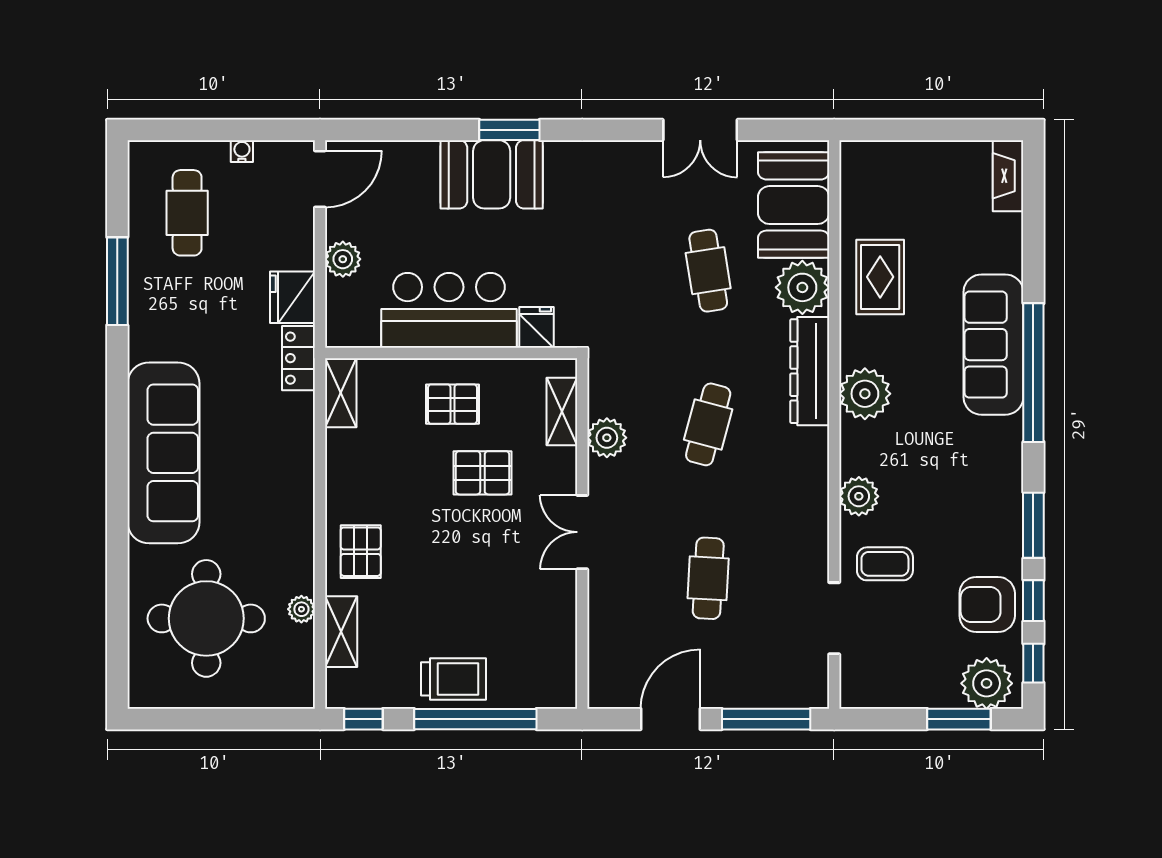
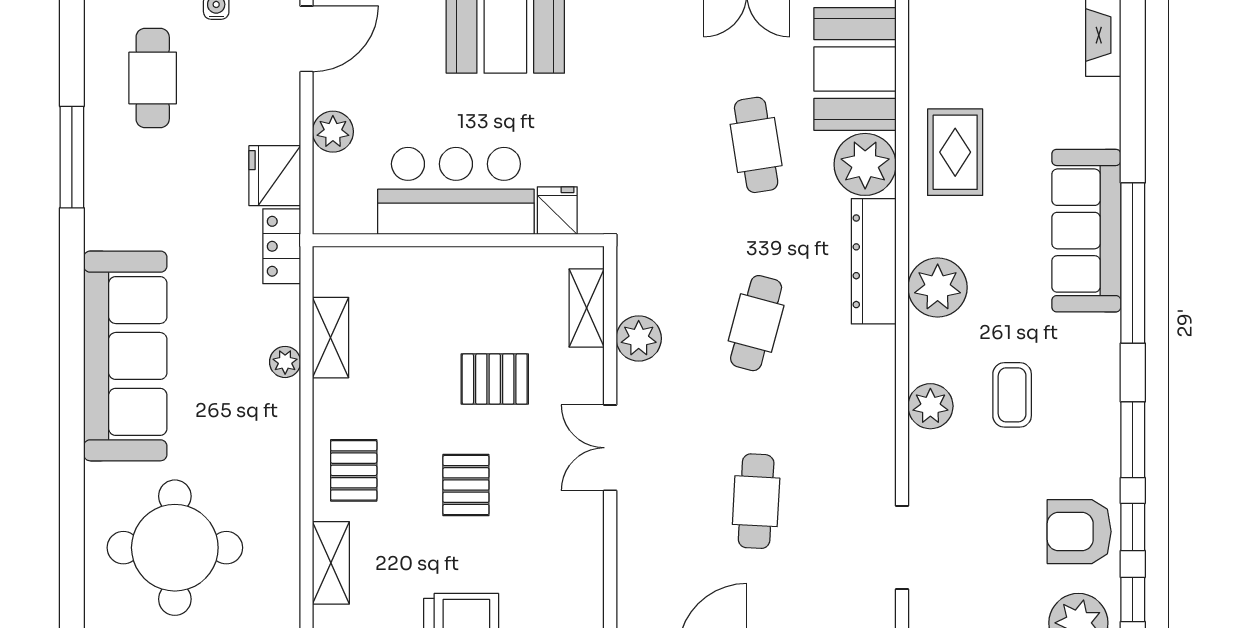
shelving: (341, 393) -> (331, 338), moved
pallet: (452, 404) -> (466, 485), moved, turned 90
coffee table: (885, 564) -> (1012, 395), moved, turned 90
plant: (301, 609) -> (285, 362), moved

